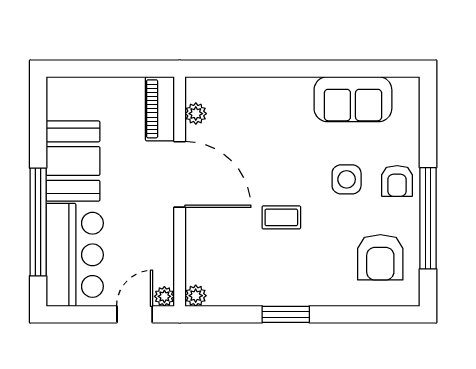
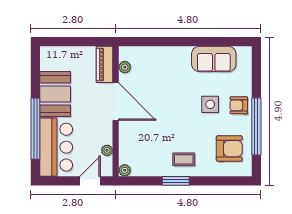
armchair: (397, 181) -> (239, 105), turned 90
coffee table: (281, 217) -> (184, 159), moved
armchair: (380, 257) -> (229, 149), turned -90
plant: (164, 296) -> (107, 150), moved

